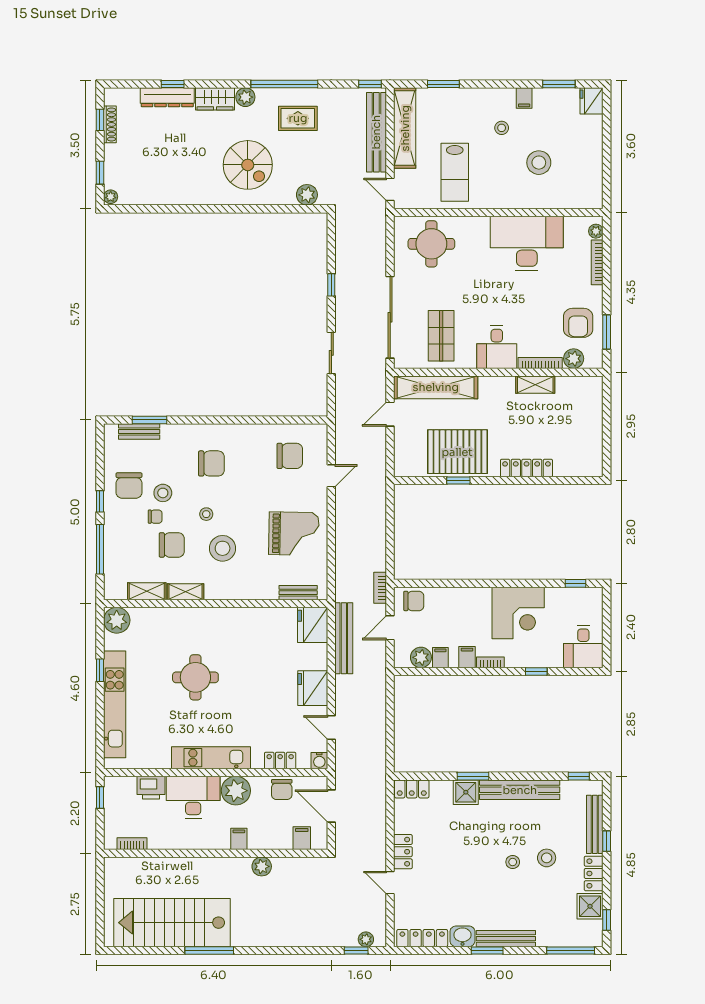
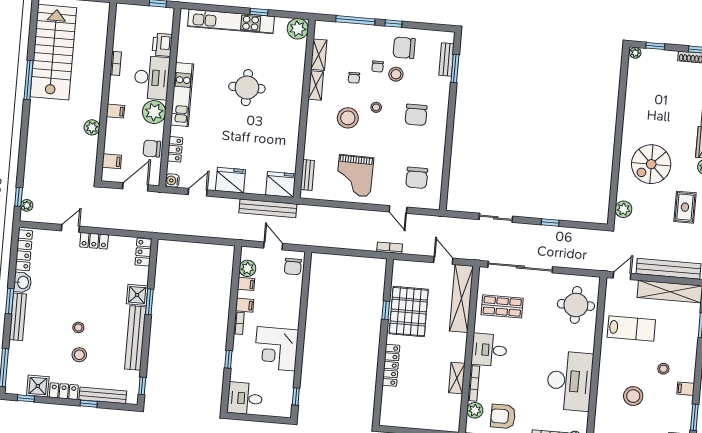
lab bench: (455, 172) -> (631, 328), turned 180
chair: (172, 545) -> (354, 78), width x0.54, depth x0.54
bookcase: (380, 588) -> (390, 248), moved
bookcase: (132, 844) -> (116, 63), moved

